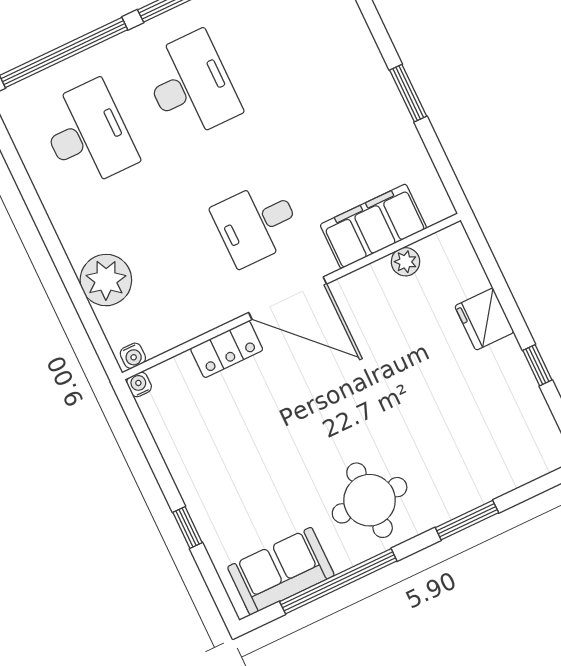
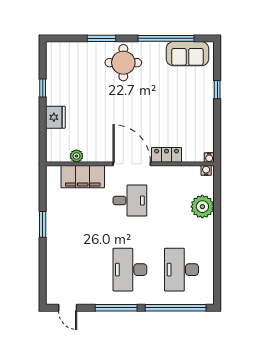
round table: (370, 500) -> (123, 63), moved

